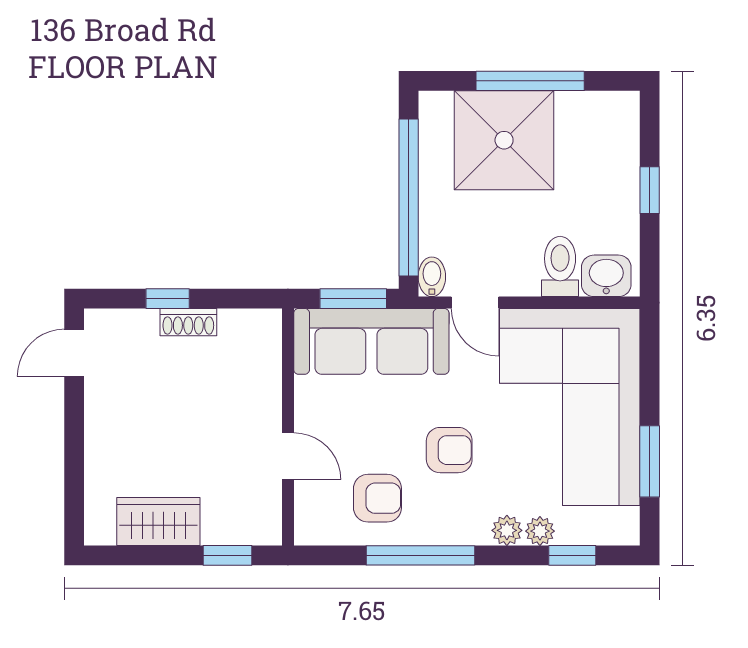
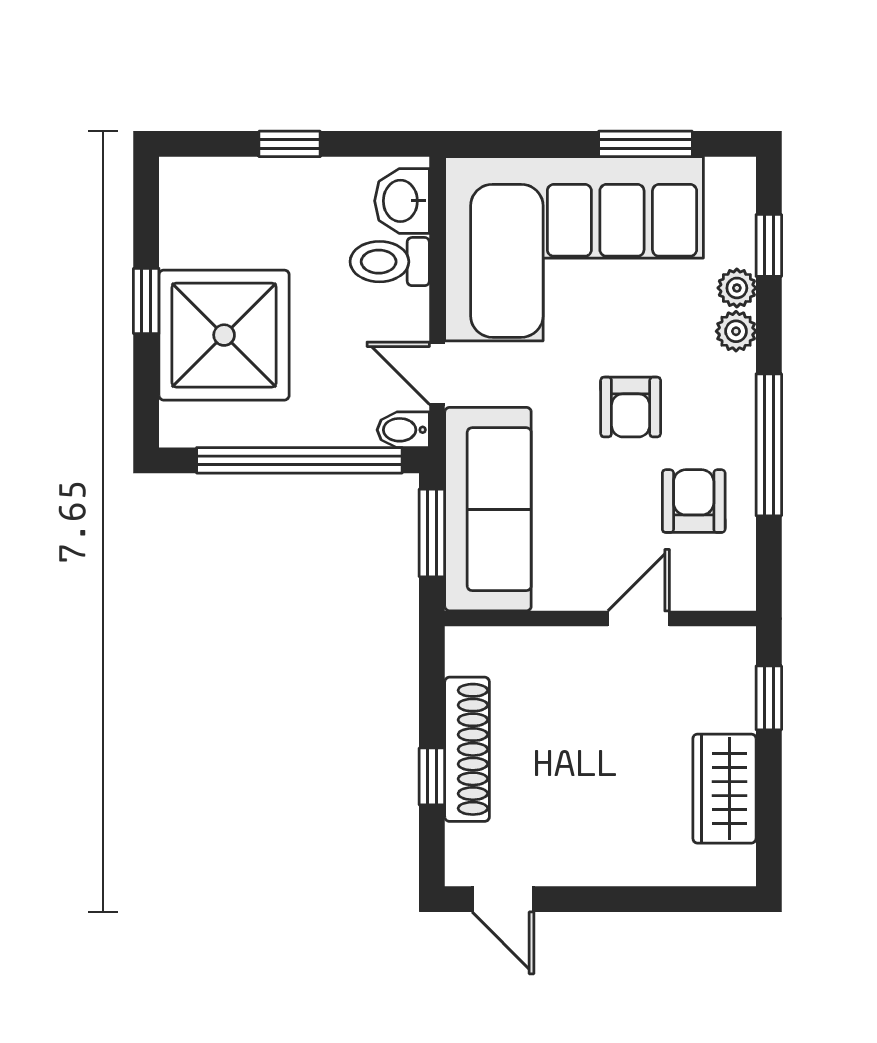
window: (530, 81) -> (146, 301), width x0.46
door: (475, 303) -> (437, 373), swing flipped
shoe rack: (188, 322) -> (467, 749), width x1.94, depth x1.24
armchair: (449, 450) -> (631, 407), turned 180

